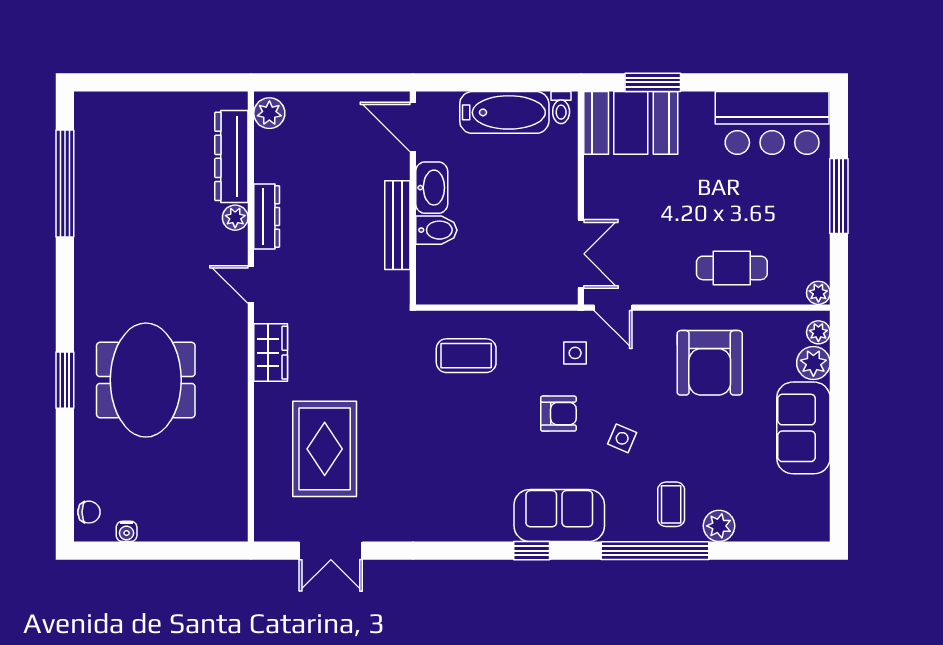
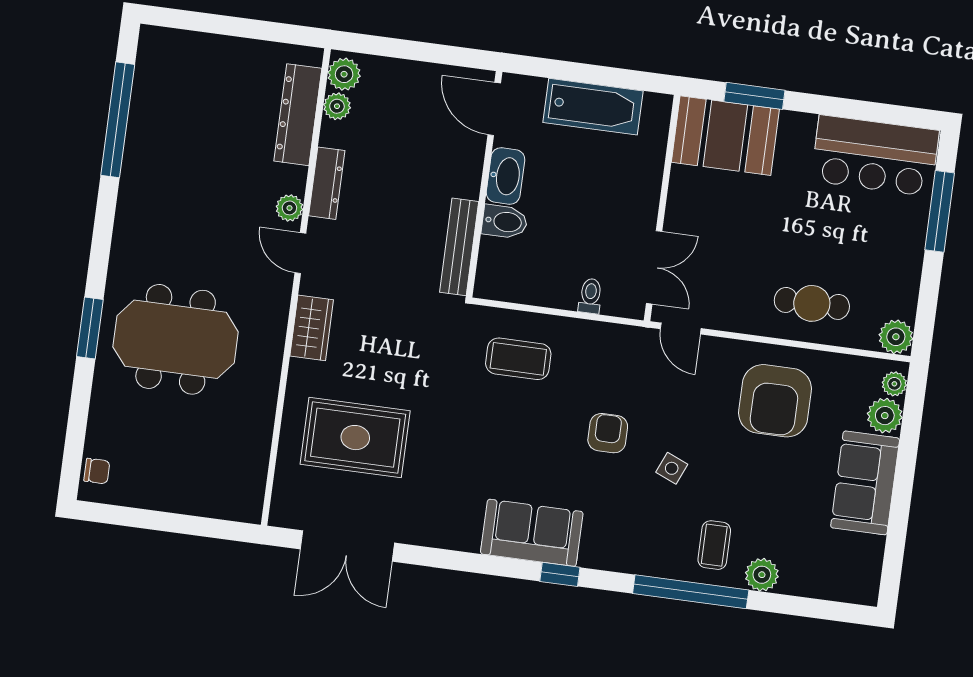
toilet: (561, 108) -> (590, 296), moved, turned 180
plant: (267, 144) -> (337, 106), added
window: (839, 196) -> (940, 211), moved
plant: (235, 218) -> (289, 208), moved
bench: (397, 225) -> (459, 247), moved
plant: (818, 293) -> (896, 337), width x1.38, depth x1.38
side table: (575, 353) -> (634, 371), removed
meeting table: (146, 380) -> (176, 339), turned 90
armchair: (558, 414) -> (608, 433), turned -90
rug: (325, 449) -> (355, 438), turned 90
sofa: (559, 515) -> (532, 533), moved
water cooler: (127, 531) -> (134, 497), removed
double door: (331, 551) -> (347, 546), width x1.37

